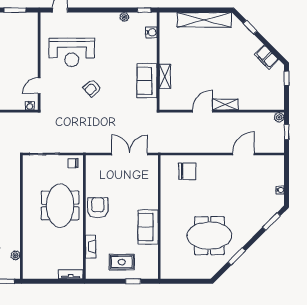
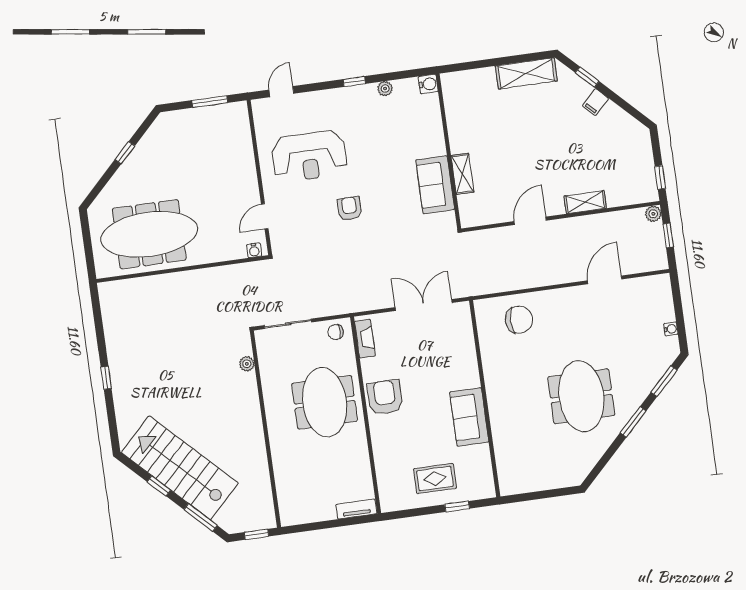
window: (144, 10) -> (354, 81), moved
shelving: (204, 20) -> (526, 73), width x0.68
water cooler: (151, 32) -> (428, 84), moved
filing cabinet: (267, 57) -> (596, 102), moved, width x0.50
window: (287, 78) -> (660, 177), moved
armchair: (92, 88) -> (349, 209), turned 132
shelving: (225, 104) -> (585, 202), moved
meeting table: (209, 236) -> (581, 396), moved, turned 90
fireplace: (91, 247) -> (365, 339), moved
plant: (15, 255) -> (247, 364), moved
window: (237, 256) -> (633, 422), moved

